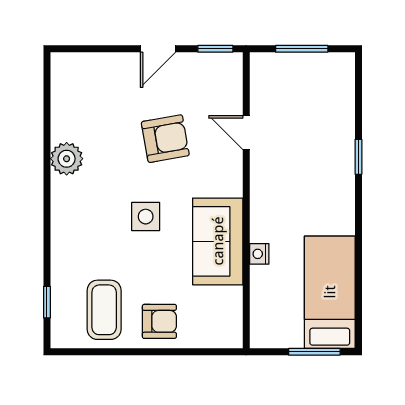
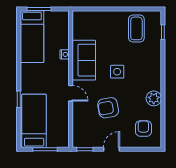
bed: (325, 110) -> (34, 121), added
door: (246, 133) -> (71, 93), moved
armchair: (159, 321) -> (143, 128), moved, turned 90

